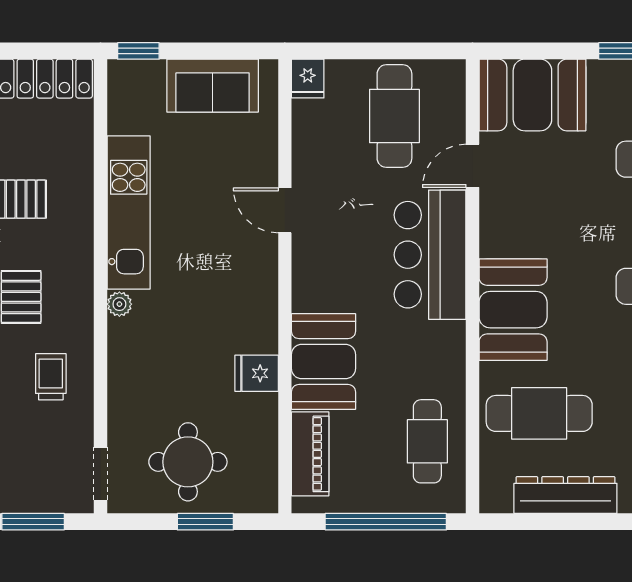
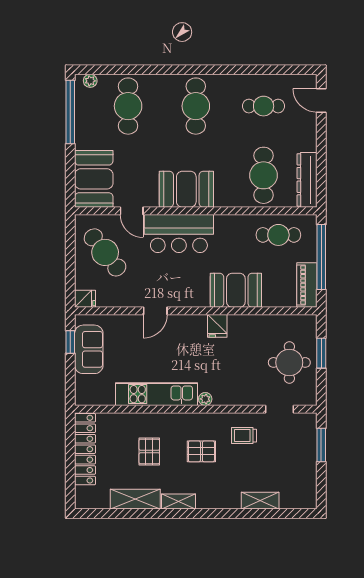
window: (138, 51) -> (70, 342), moved
cafe table: (394, 116) -> (105, 252), turned 52
booth: (513, 310) -> (186, 189), moved
fridge: (257, 373) -> (217, 326), moved
piano: (310, 454) -> (307, 285), moved, turned -90
doorway: (101, 474) -> (279, 409), moved
dresser: (565, 495) -> (307, 180), moved

